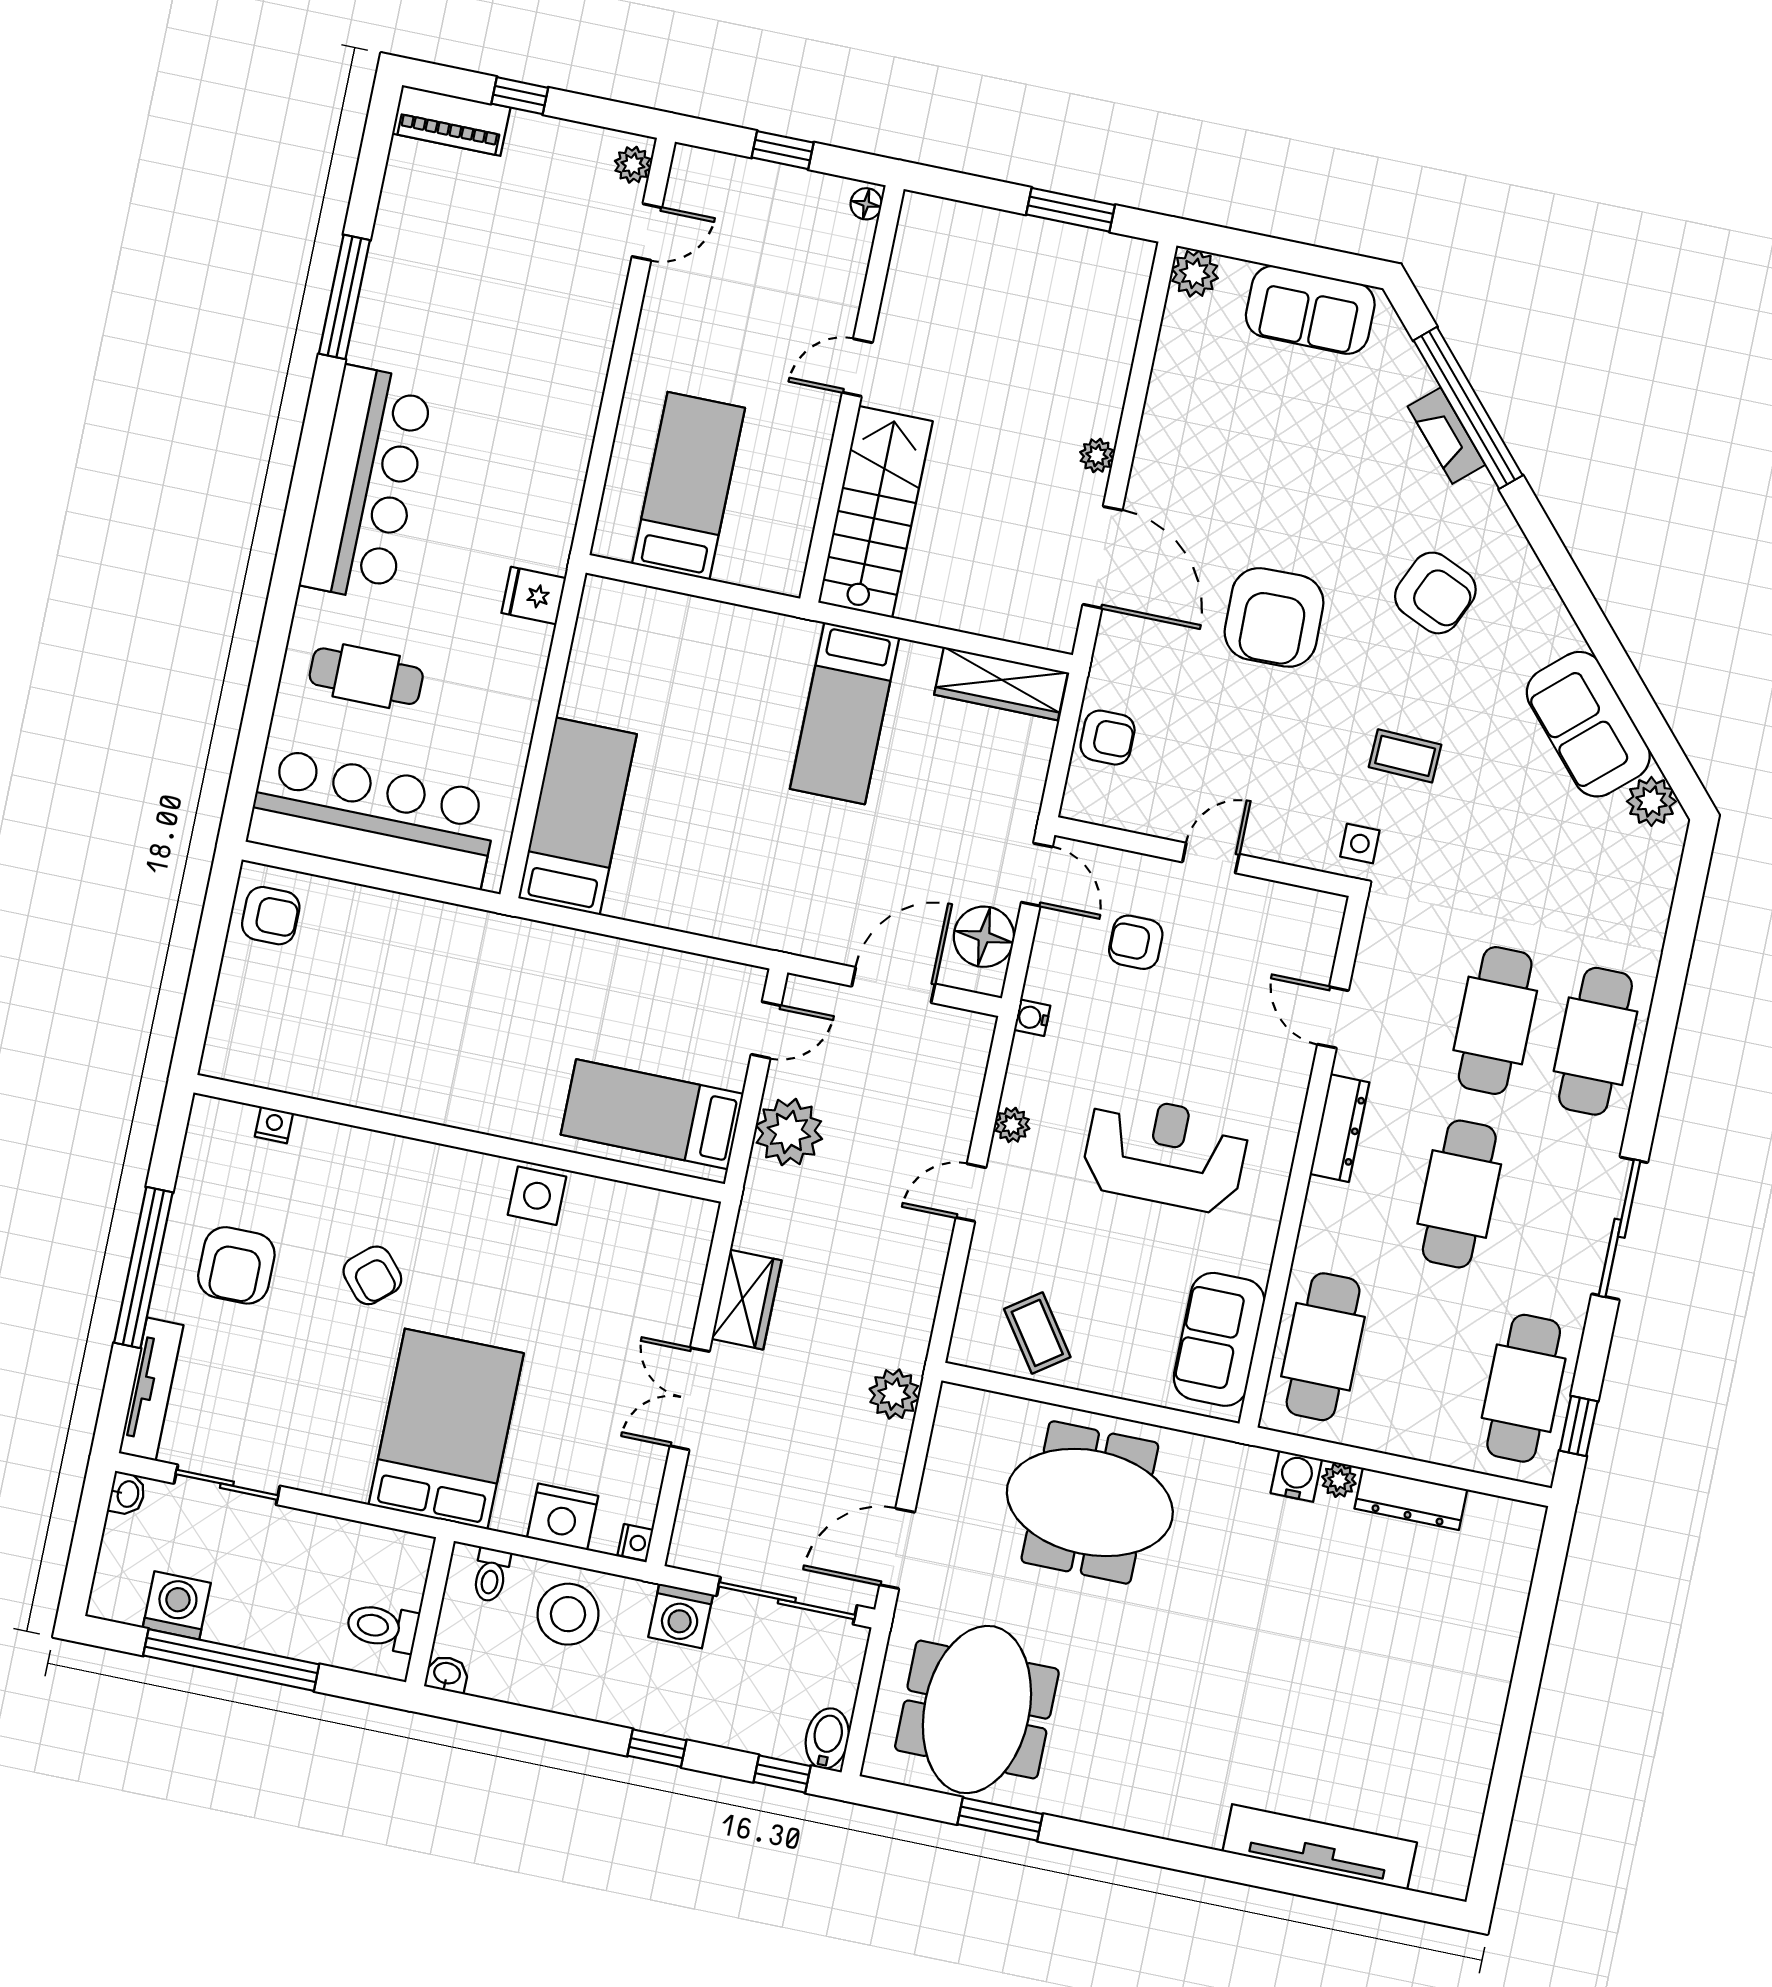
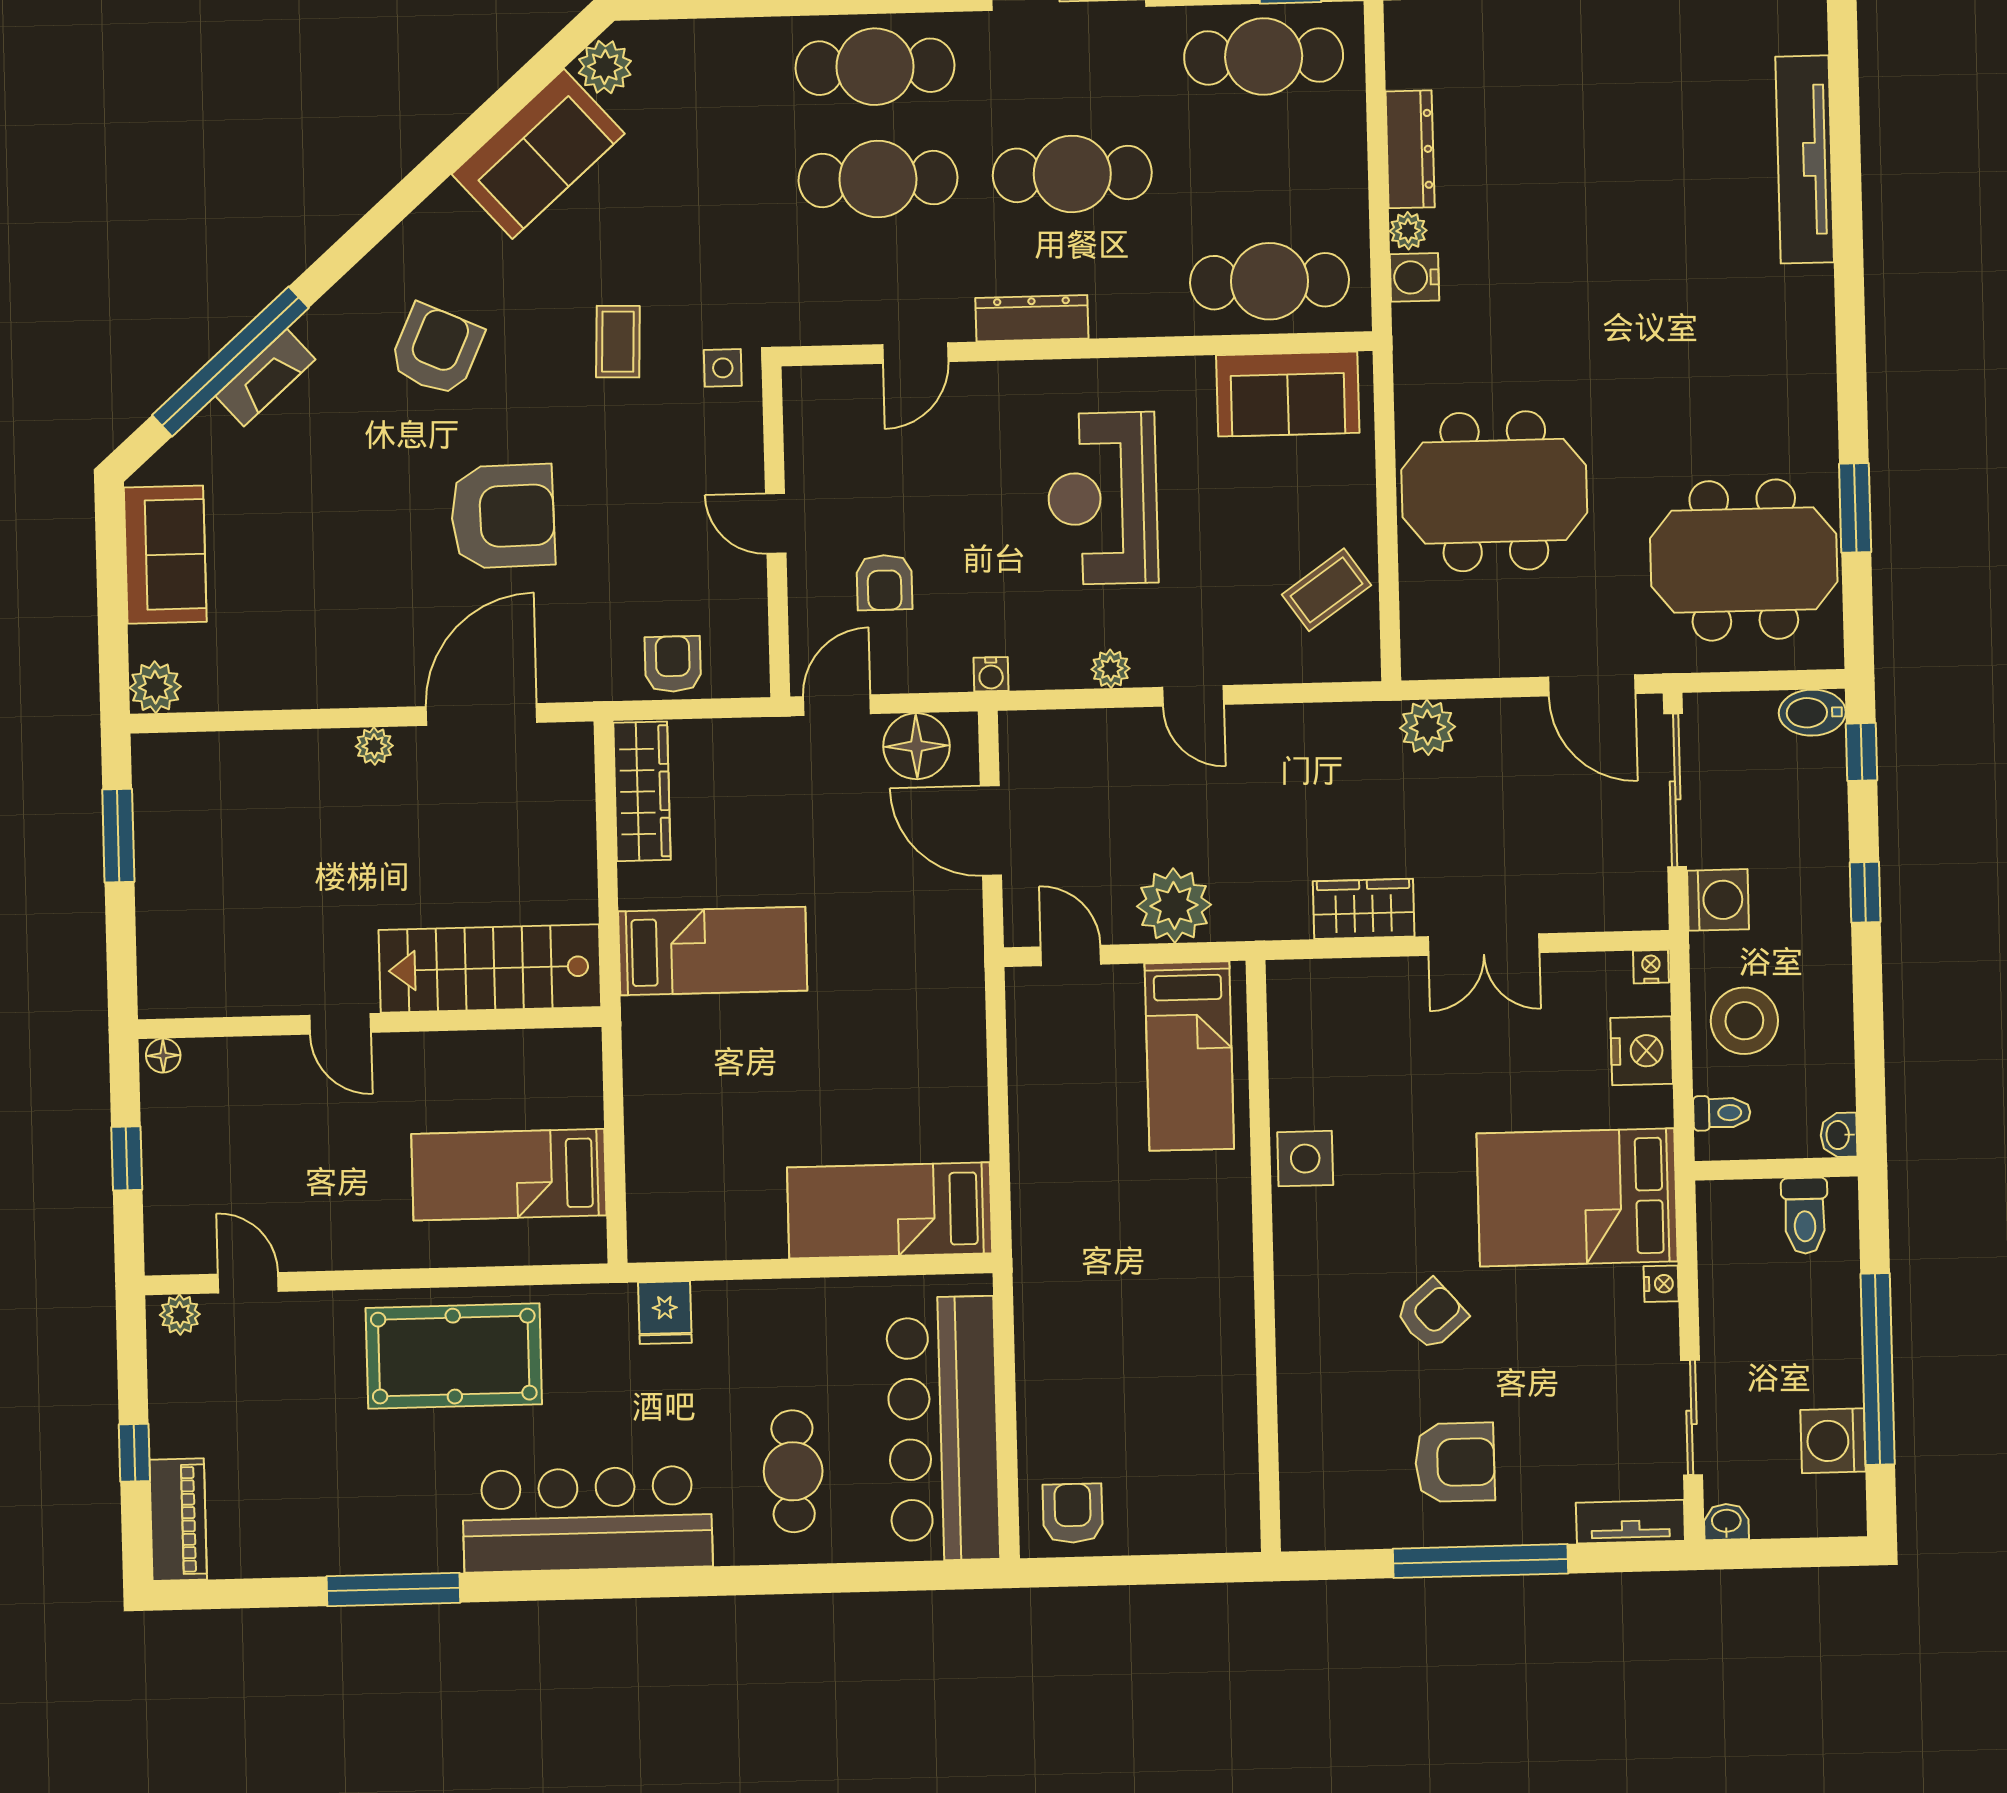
pool table: (539, 399) -> (454, 1356), added
nightstand: (274, 1125) -> (1661, 1284), moved, turned 180
tv unit: (151, 1389) -> (1630, 1522), width x0.71
meeting table: (1090, 1502) -> (1494, 491), turned 90

